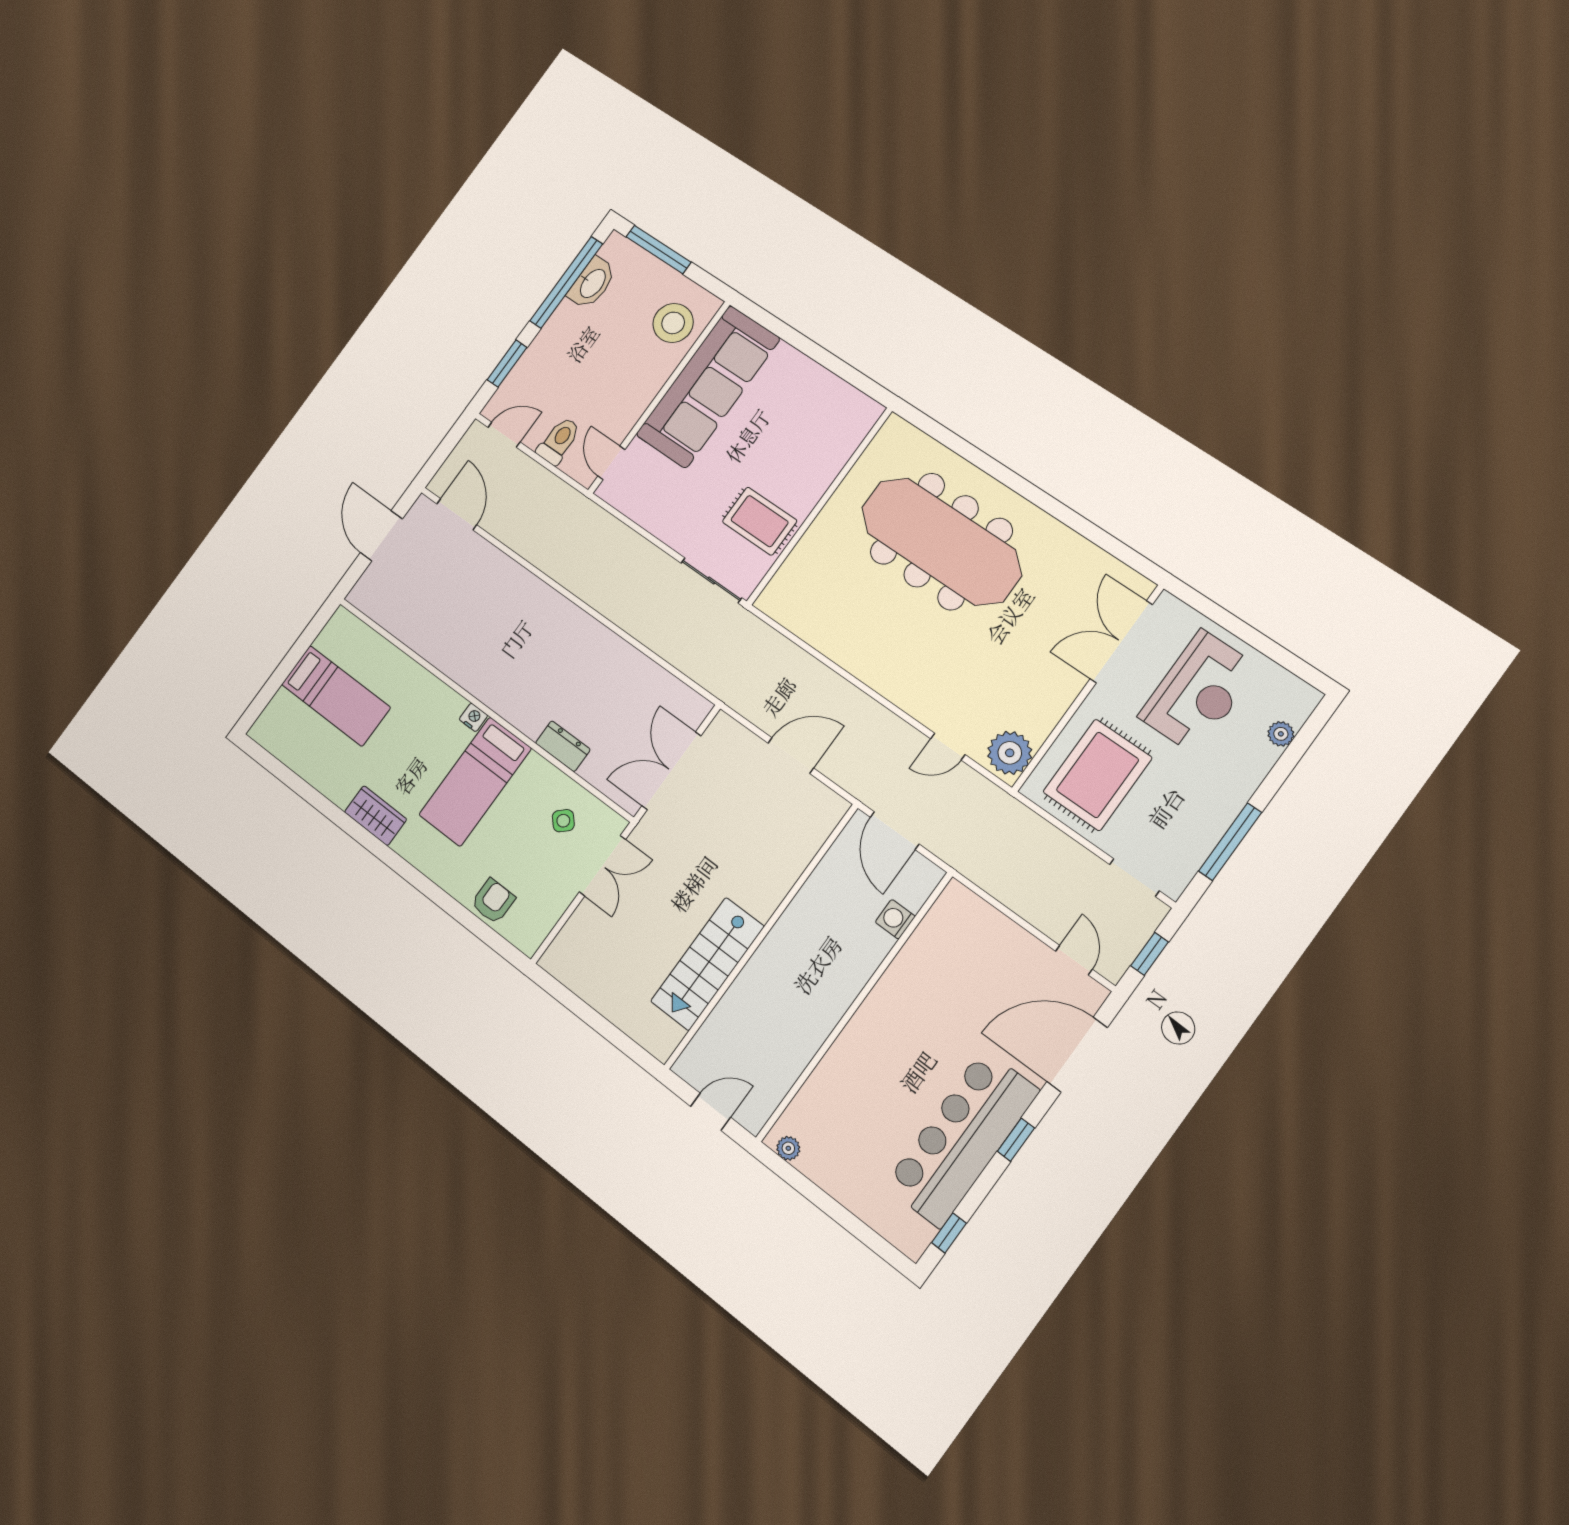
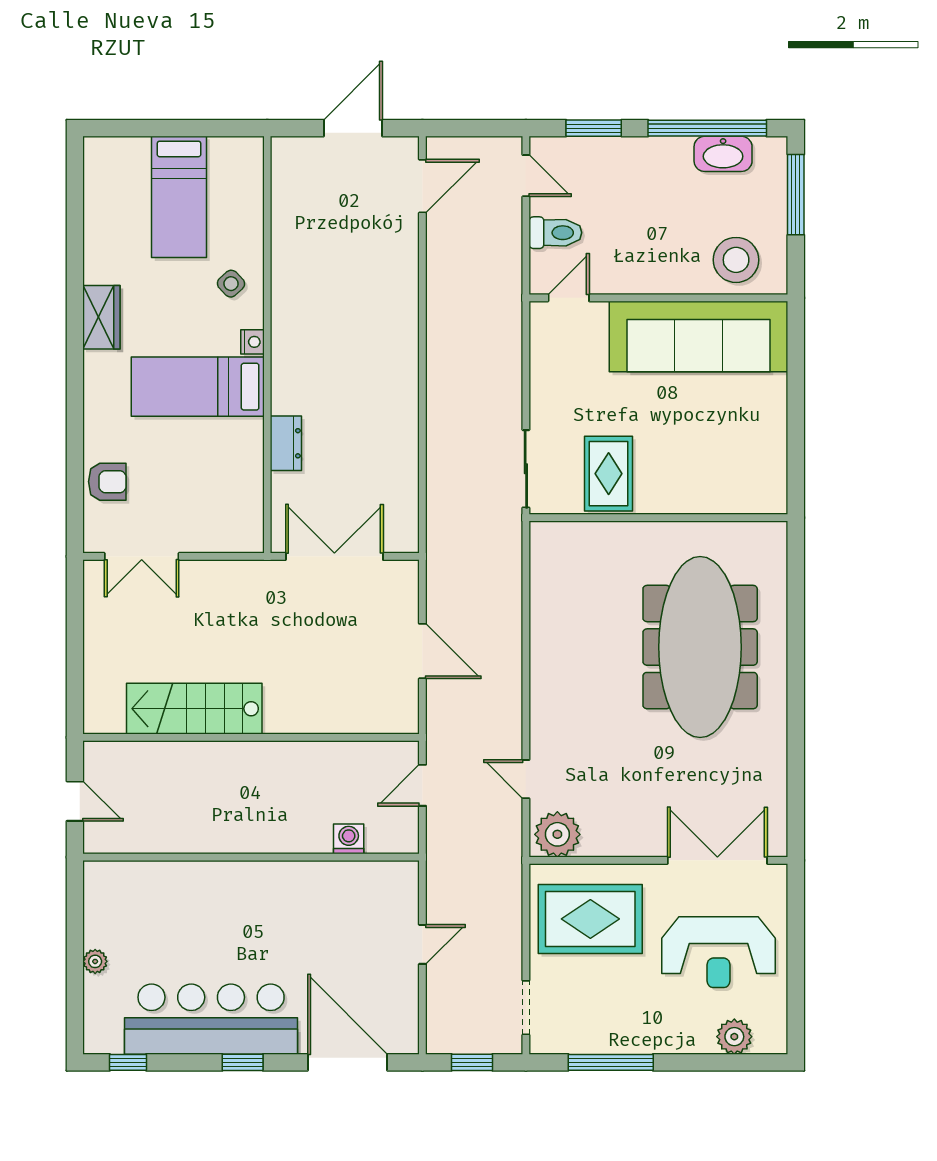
plant: (1281, 734) -> (734, 1037), width x1.38, depth x1.38
side table: (563, 821) -> (231, 284), moved
door: (895, 831) -> (422, 785), width x0.73
double door: (603, 866) -> (142, 556), moved
door: (1074, 960) -> (422, 944), moved
plant: (788, 1148) -> (95, 961), moved

